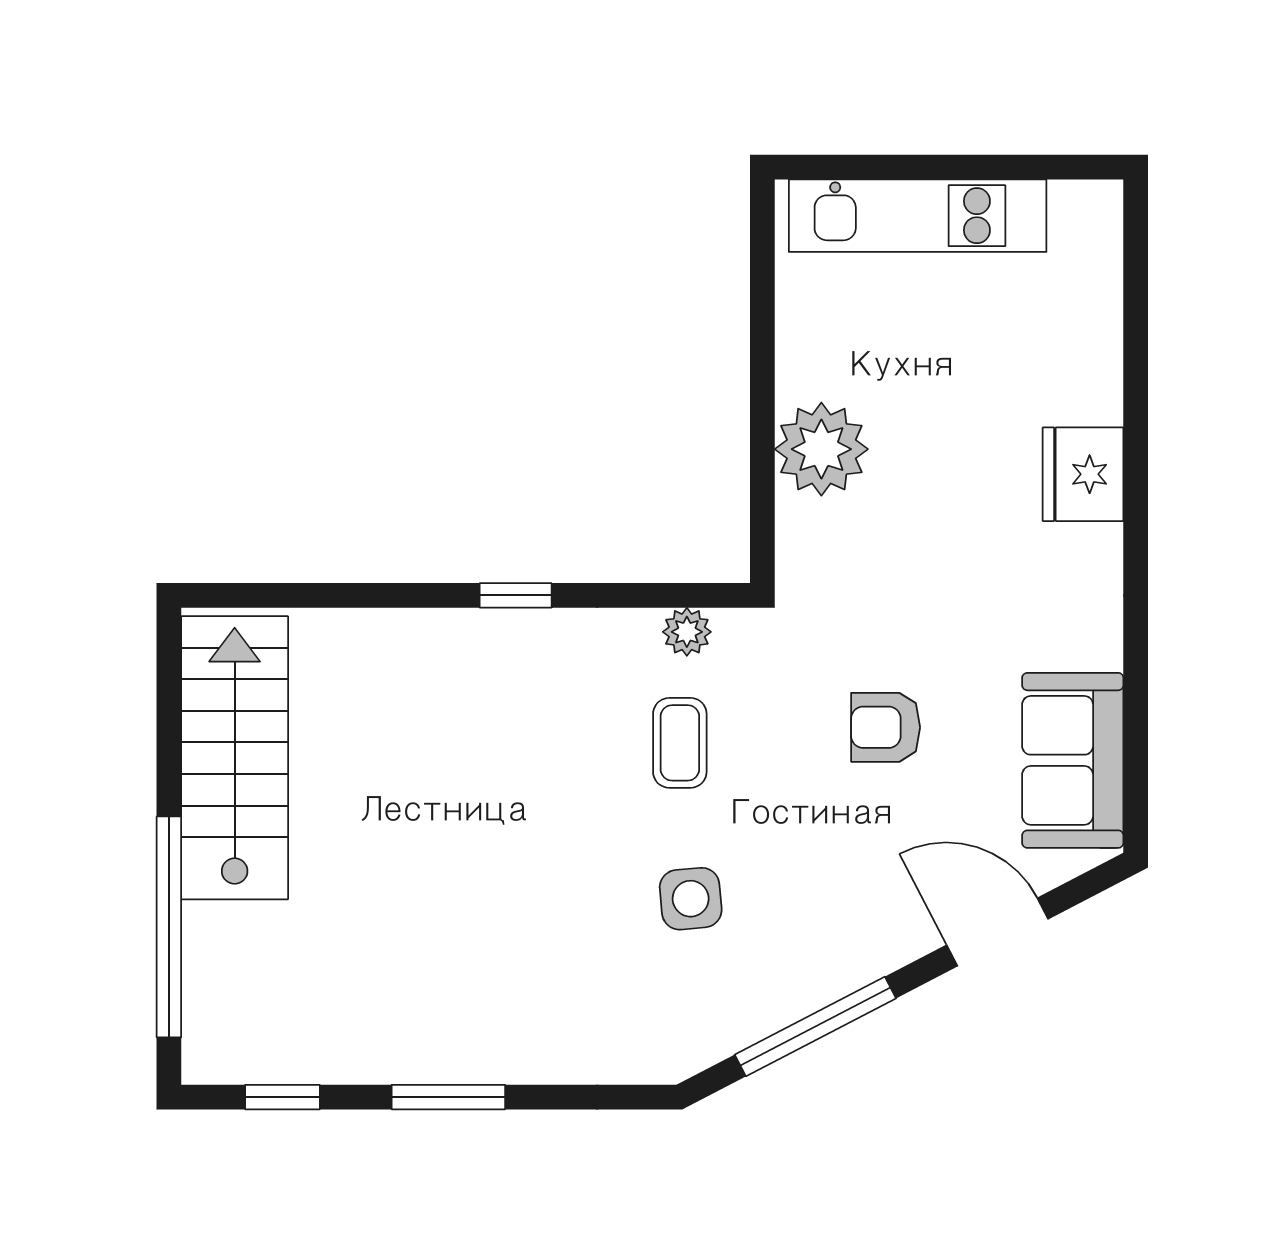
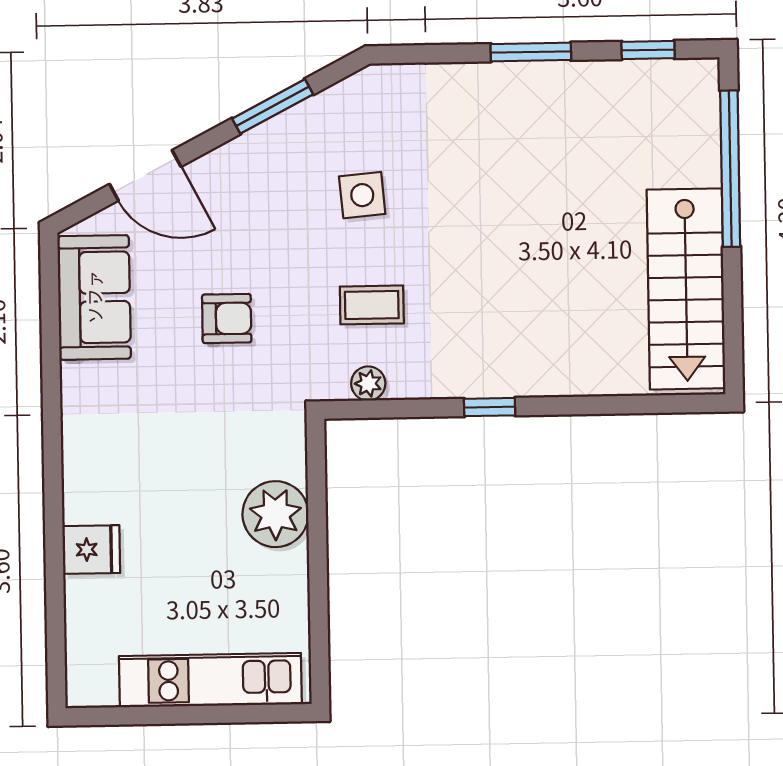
fridge: (1083, 474) -> (91, 549), moved, width x0.72
coffee table: (680, 743) -> (372, 305), turned 90
window: (815, 1026) -> (273, 106), width x0.69

